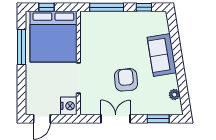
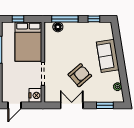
floor lamp: (98, 18) -> (58, 27), added
bed: (53, 37) -> (28, 42), width x0.73
armchair: (126, 80) -> (80, 75), turned 54

